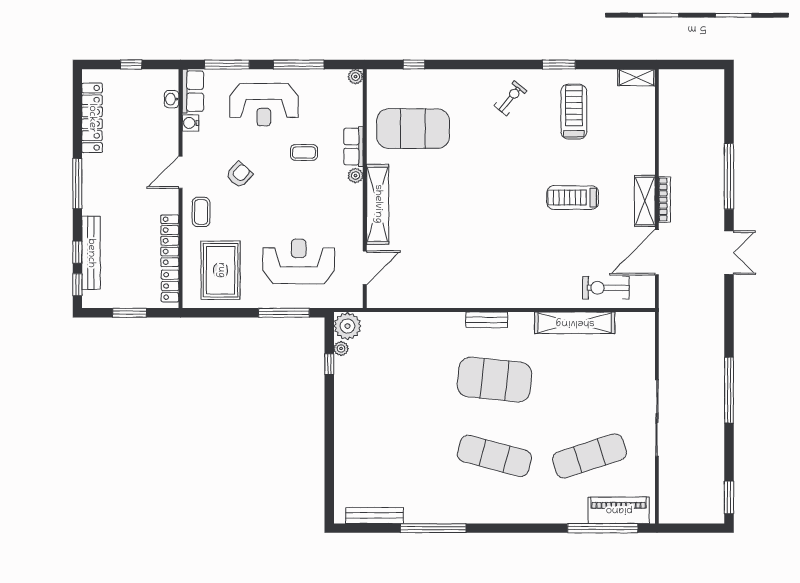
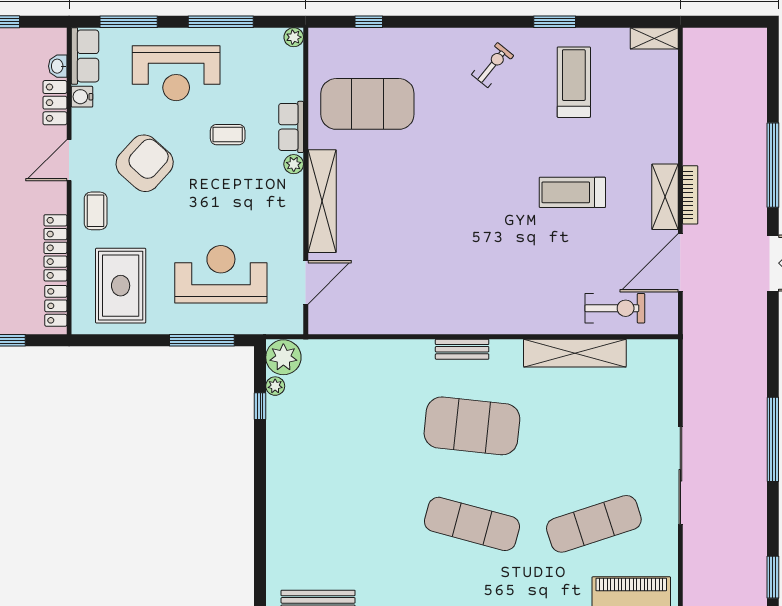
locker: (169, 128) -> (55, 103), added
armchair: (239, 175) -> (145, 163), width x1.88, depth x1.88
exercise bike: (606, 288) -> (615, 308), turned 180

